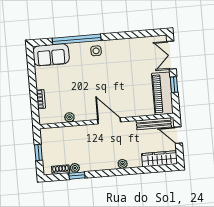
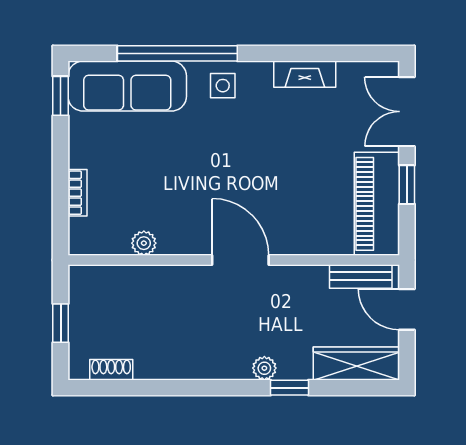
fireplace: (129, 43) -> (305, 74), added
sofa: (51, 55) -> (127, 86), width x1.36
window: (31, 61) -> (61, 96), added
bench: (154, 124) -> (361, 276), width x0.73
plant: (75, 168) -> (147, 368), removed
window: (77, 176) -> (290, 388), moved

